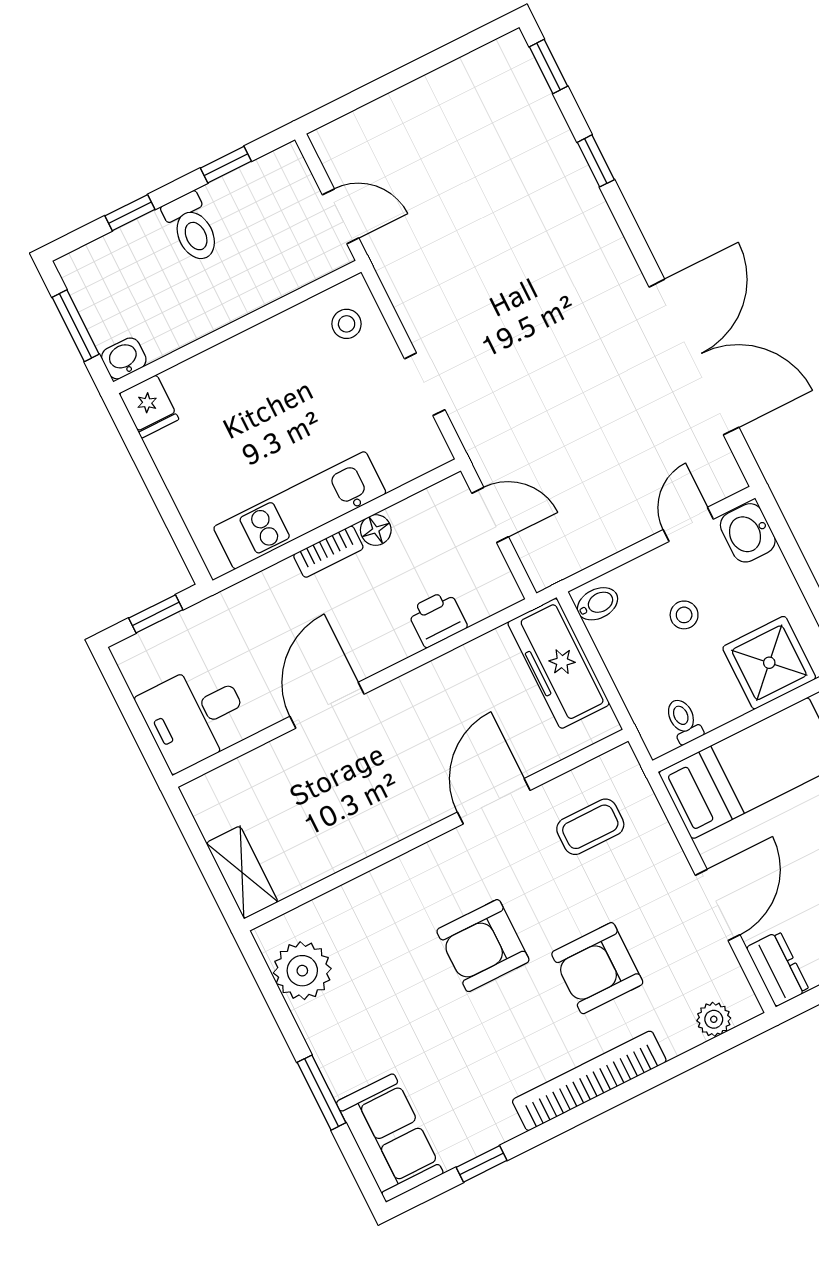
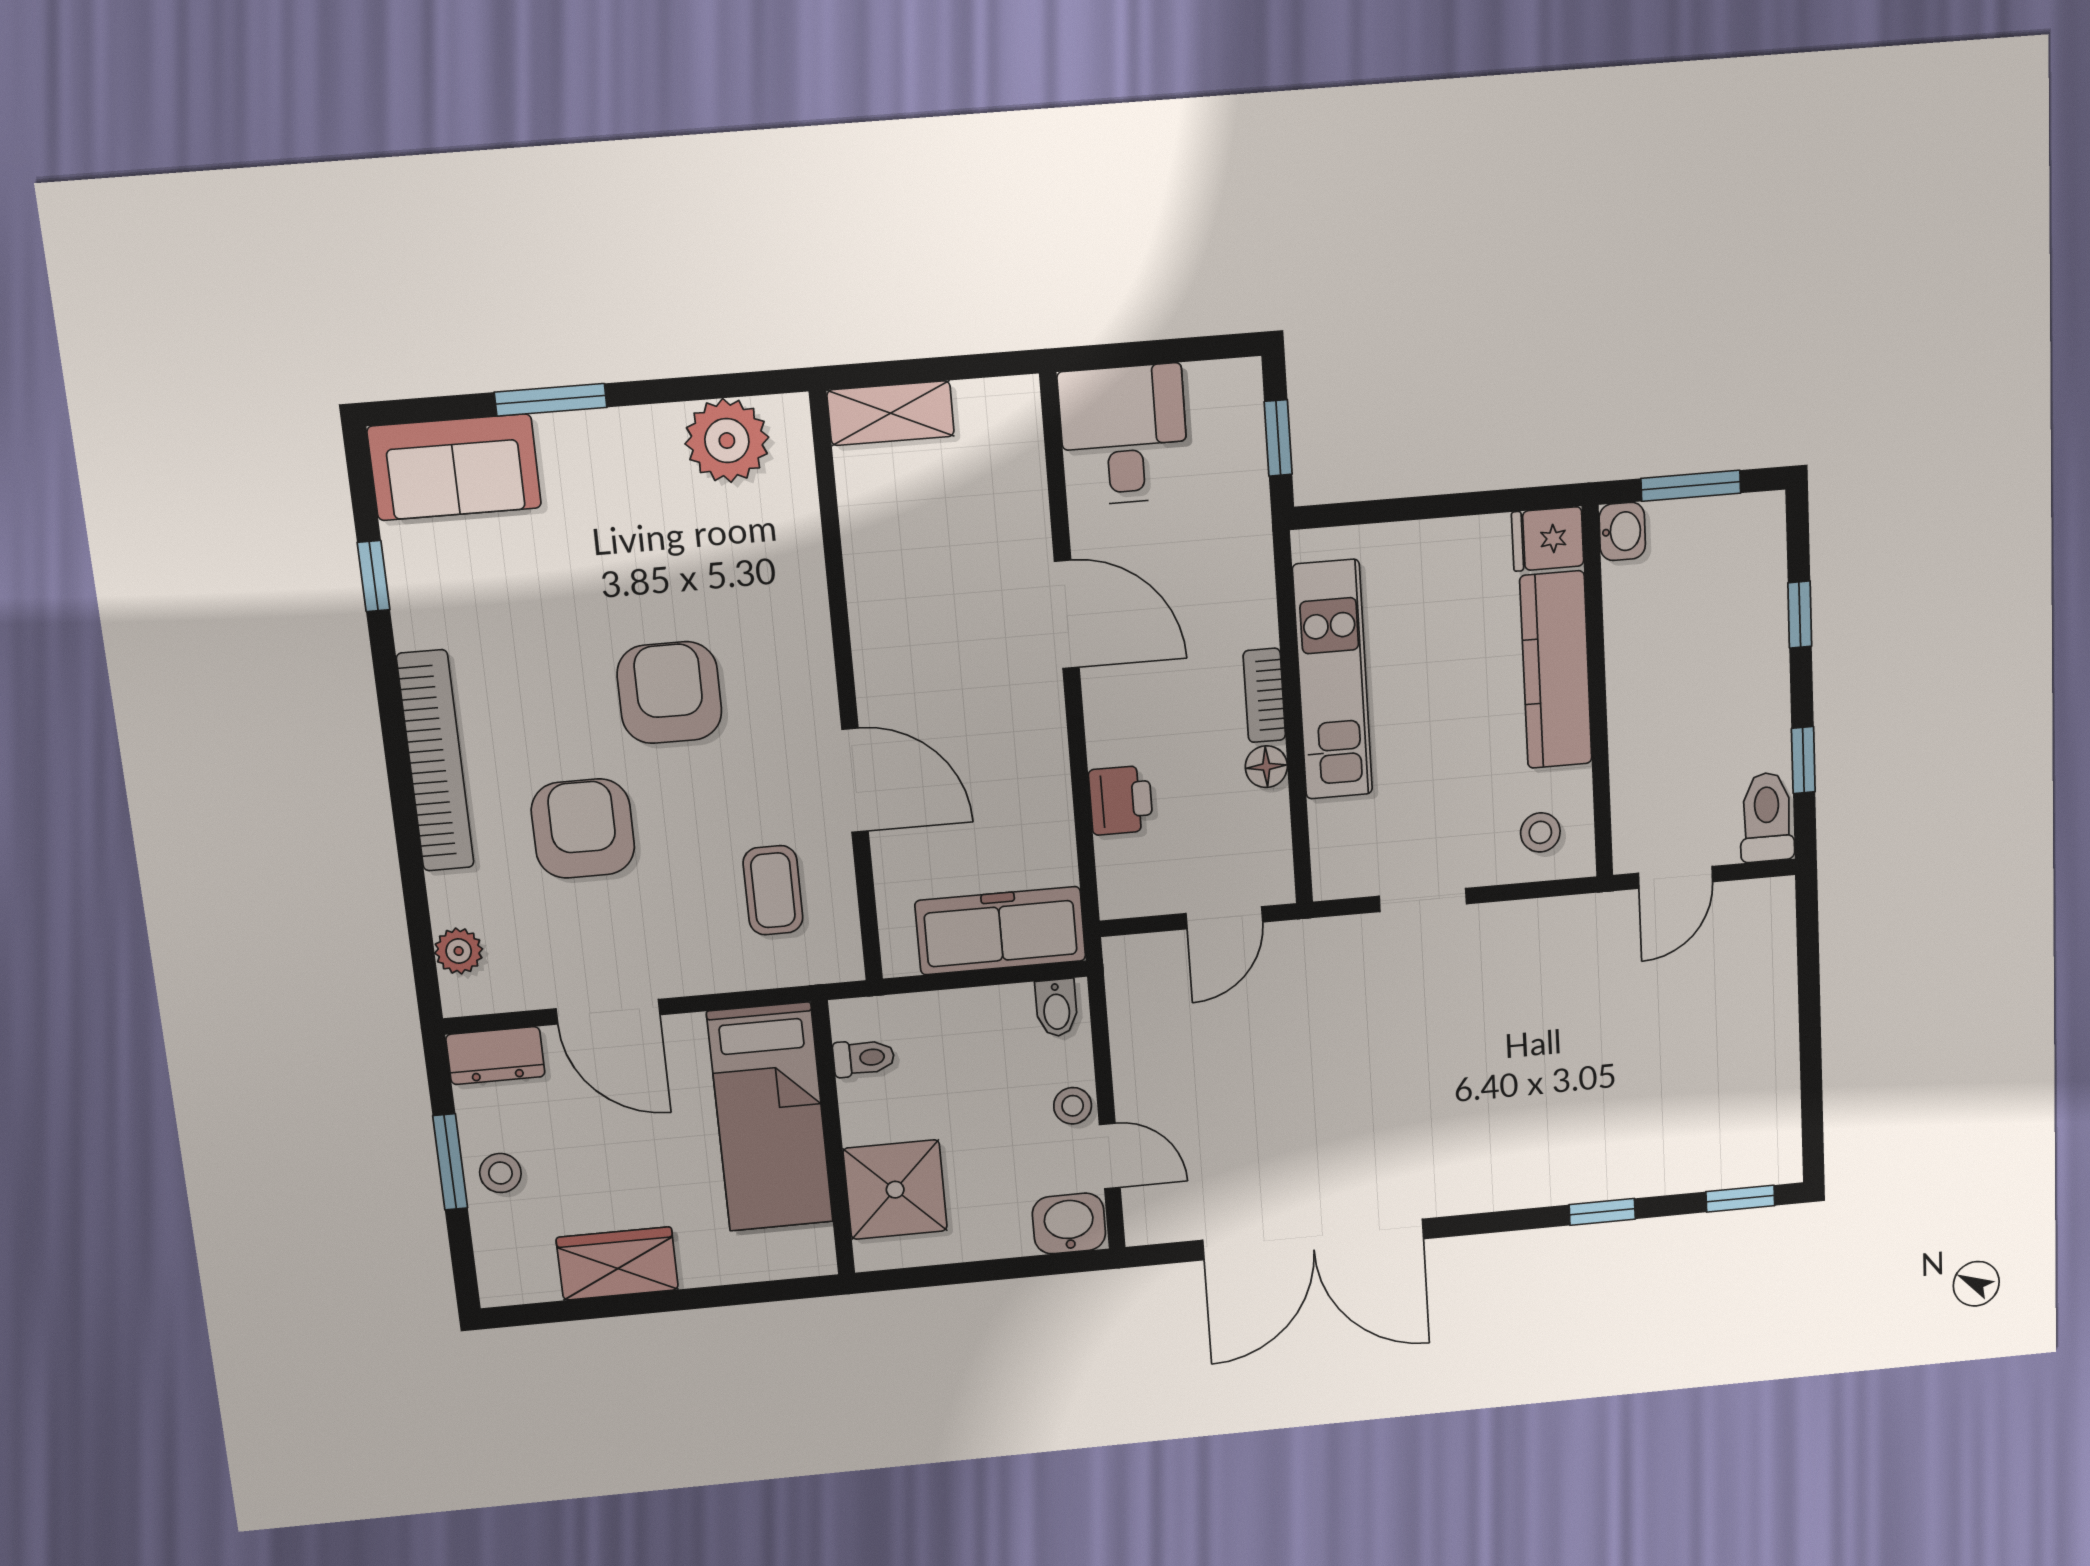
toilet: (192, 228) -> (1767, 817), moved, turned 90
kitchen counter: (233, 362) -> (1556, 670), added
stool: (684, 615) -> (1073, 1106), moved

